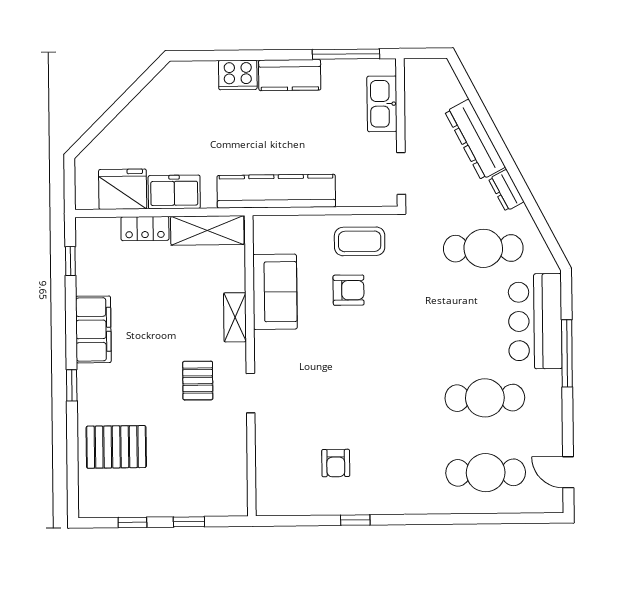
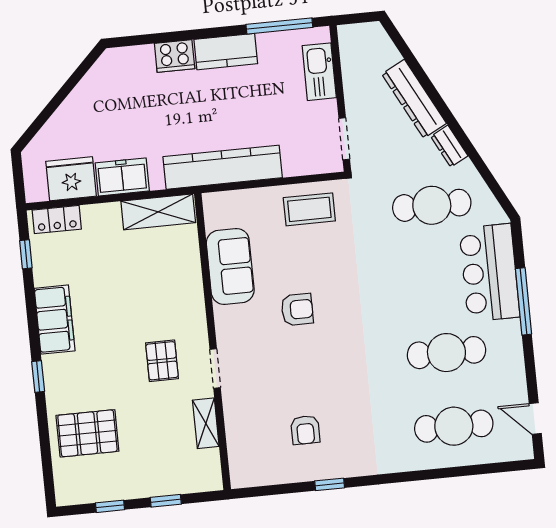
locker: (145, 229) -> (57, 220), moved
armchair: (349, 290) -> (297, 309), moved
shelving: (235, 317) -> (206, 423), moved

